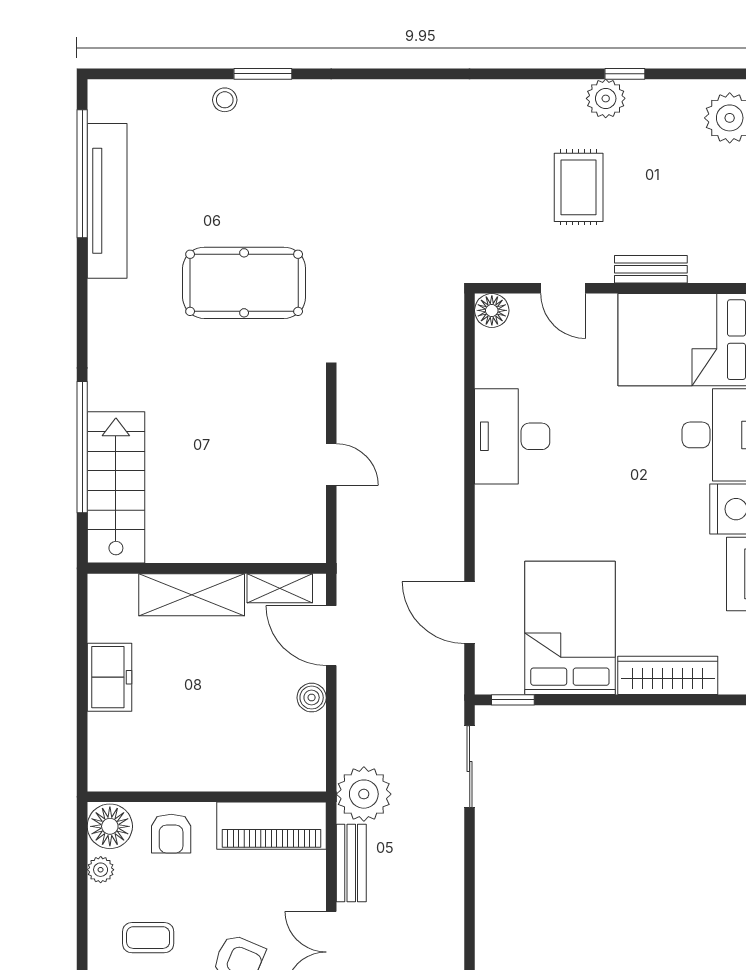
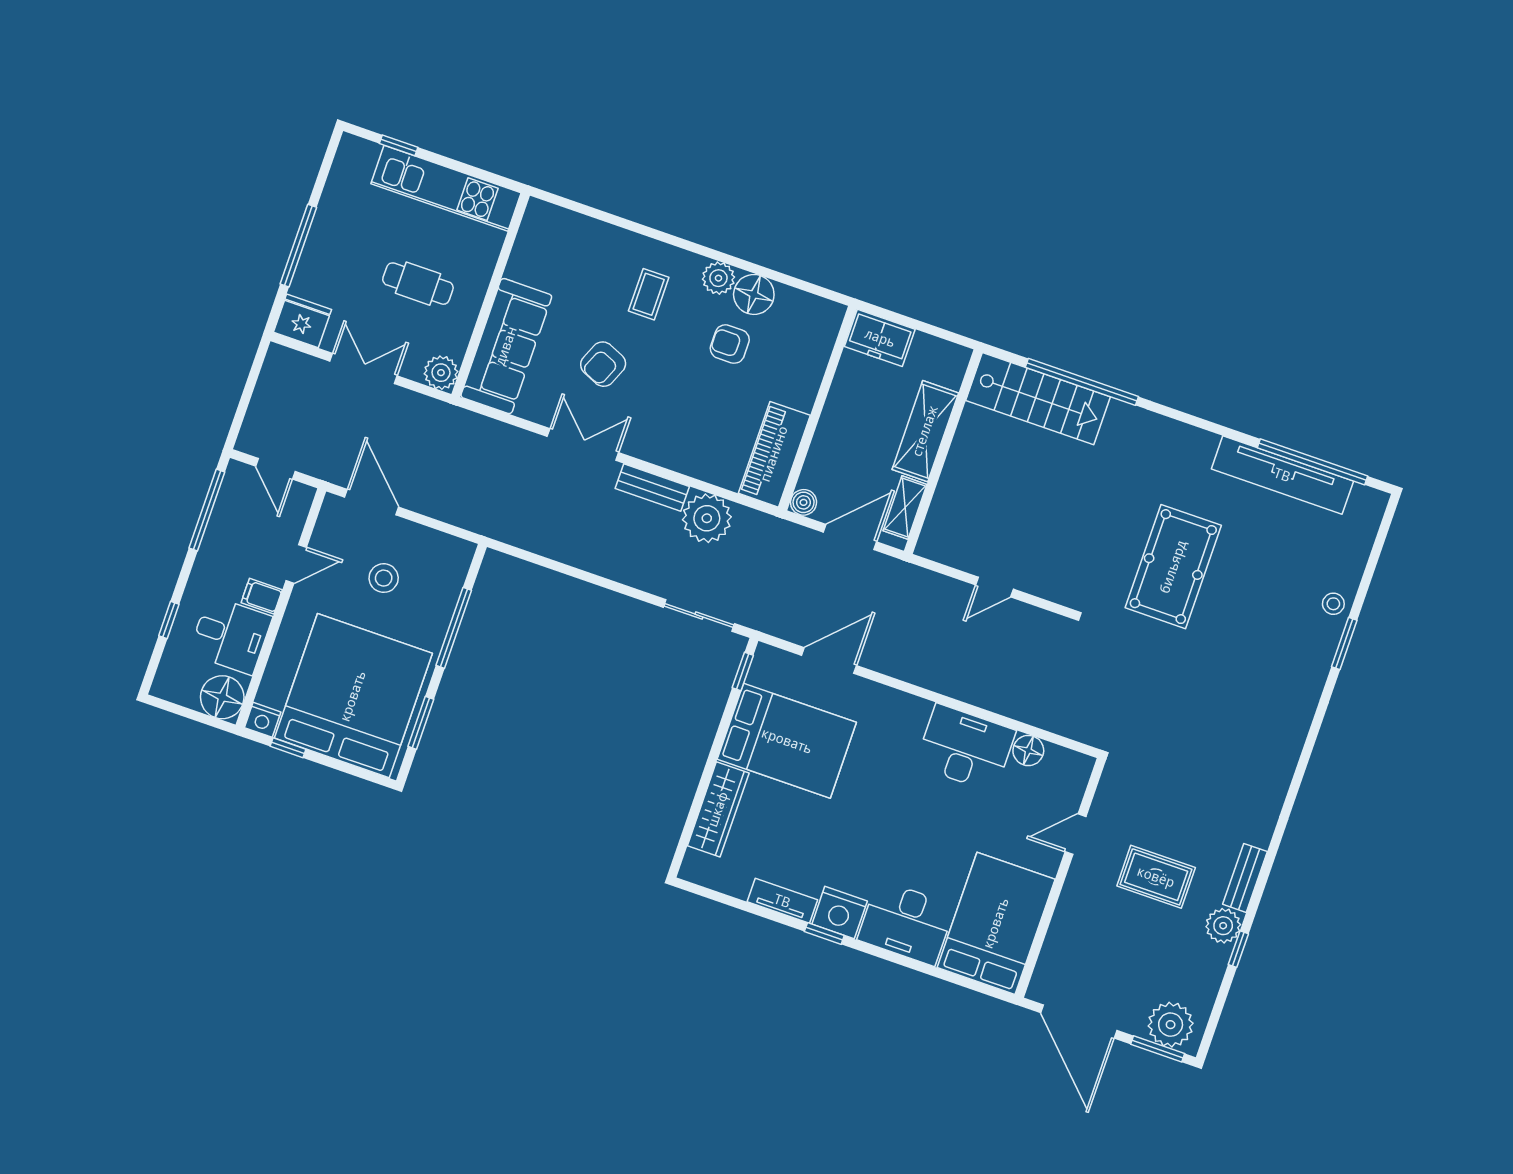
bench: (651, 269) -> (1245, 878), moved
floor lamp: (492, 310) -> (1028, 751), moved
wall: (207, 797) -> (818, 408), moved
piano: (271, 826) -> (774, 454), moved
plant: (101, 870) -> (718, 278), width x1.38, depth x1.38

